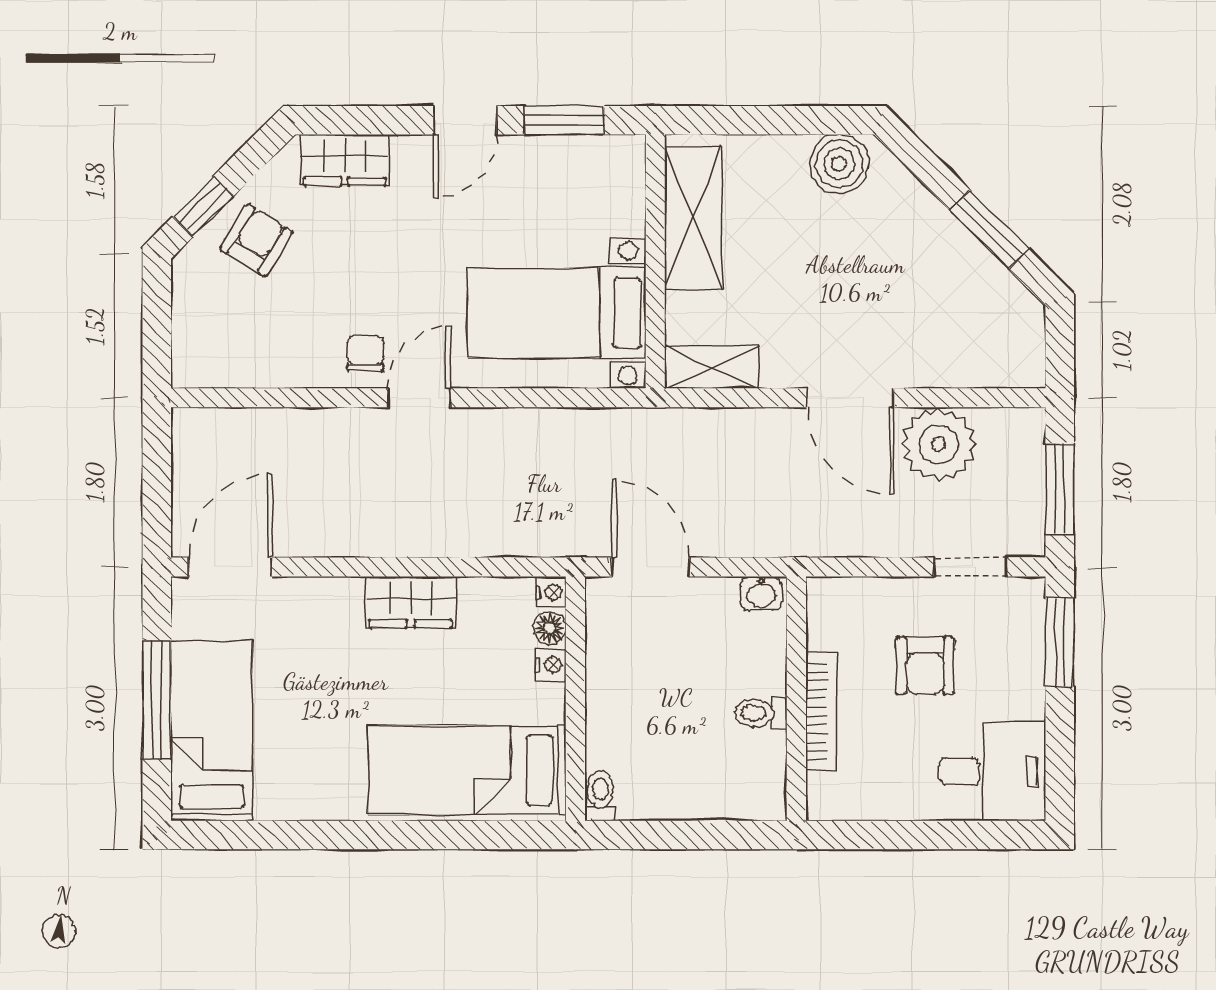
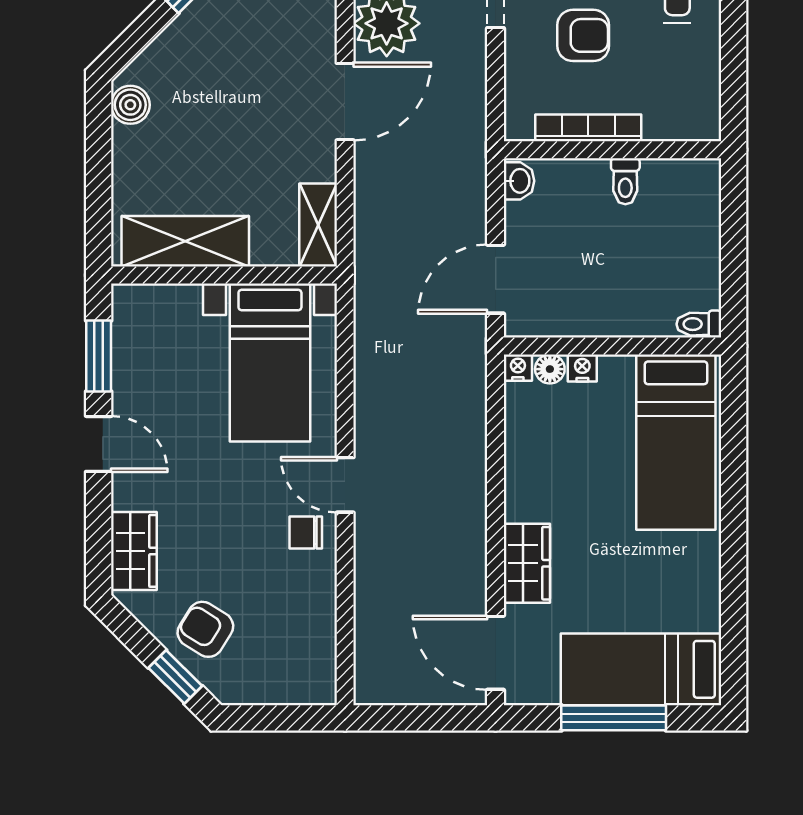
boiler: (839, 164) -> (130, 105), width x0.73, depth x0.73
wardrobe: (411, 602) -> (527, 563), moved
bookcase: (821, 711) -> (588, 128), moved

